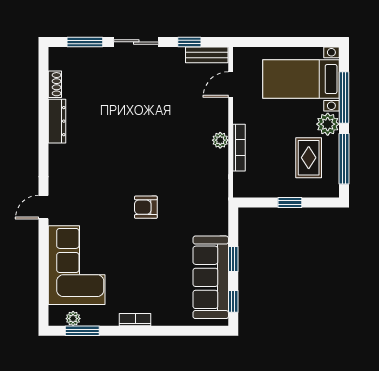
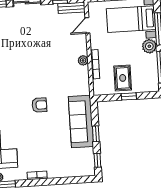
rug: (309, 158) -> (123, 78), moved
armchair: (146, 207) -> (39, 105), turned 180
sofa: (211, 277) -> (81, 122), moved

